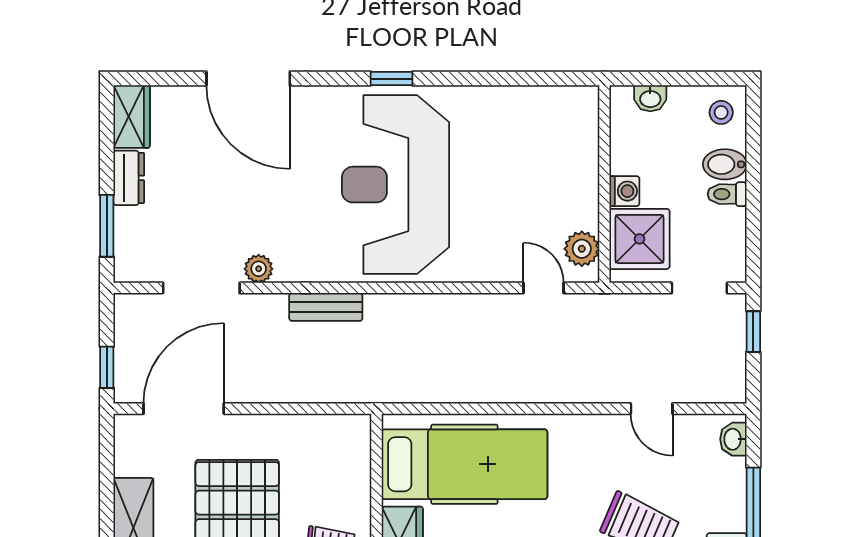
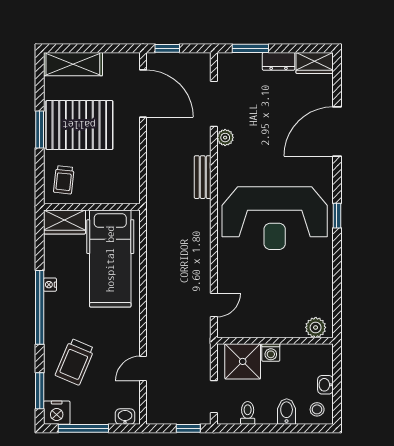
washbasin: (650, 98) -> (325, 385), moved
reception desk: (396, 185) -> (275, 218), turned 180
toilet: (727, 194) -> (248, 413), moved
plant: (582, 249) -> (316, 327), moved

